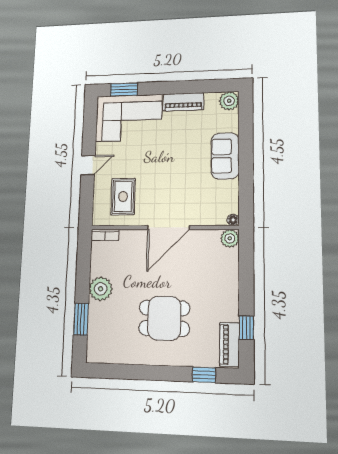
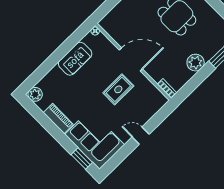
sofa: (225, 156) -> (75, 59), moved
rug: (123, 197) -> (118, 89), moved
plant: (230, 238) -> (106, 23), removed

